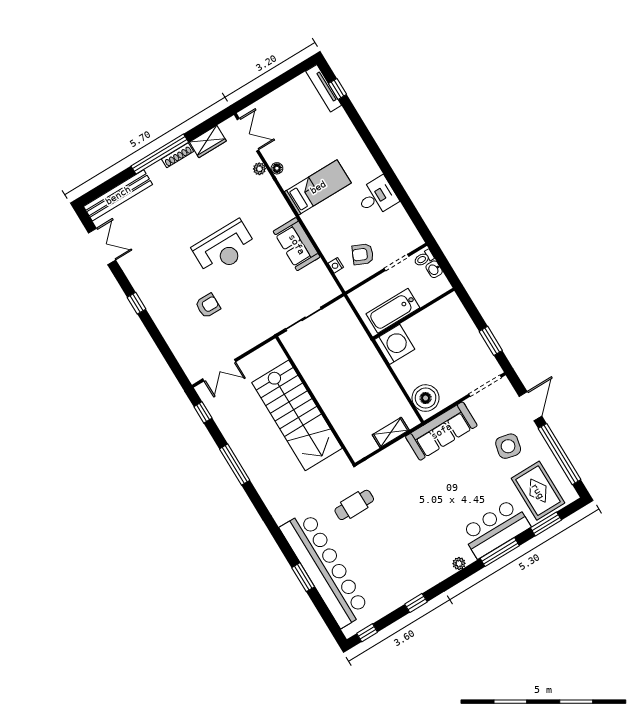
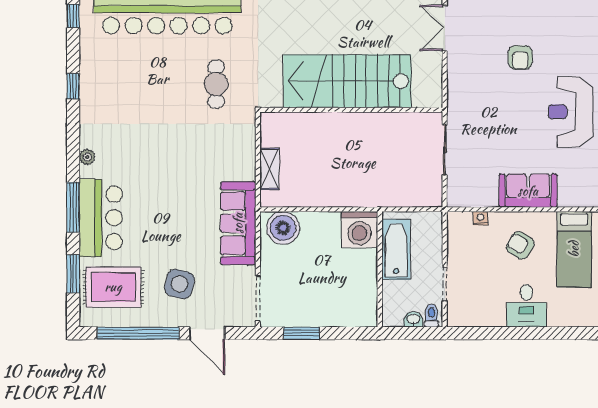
armchair: (363, 254) -> (520, 245), moved, turned -83

